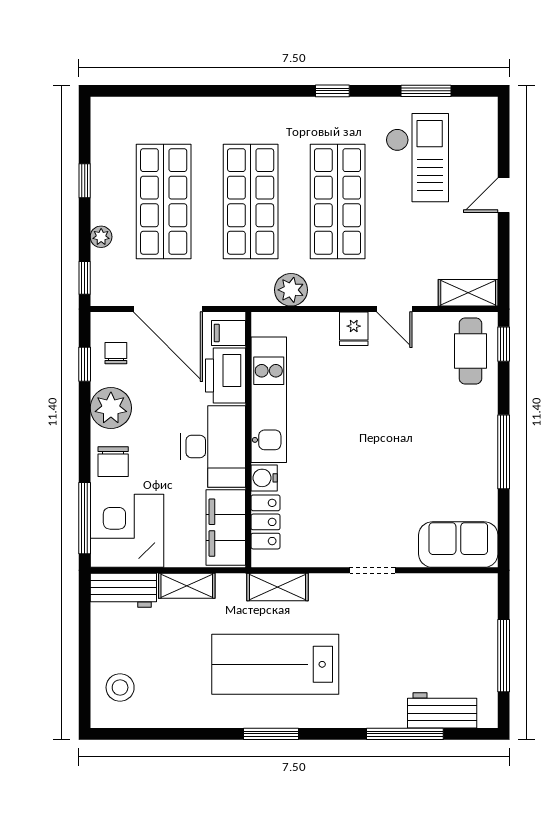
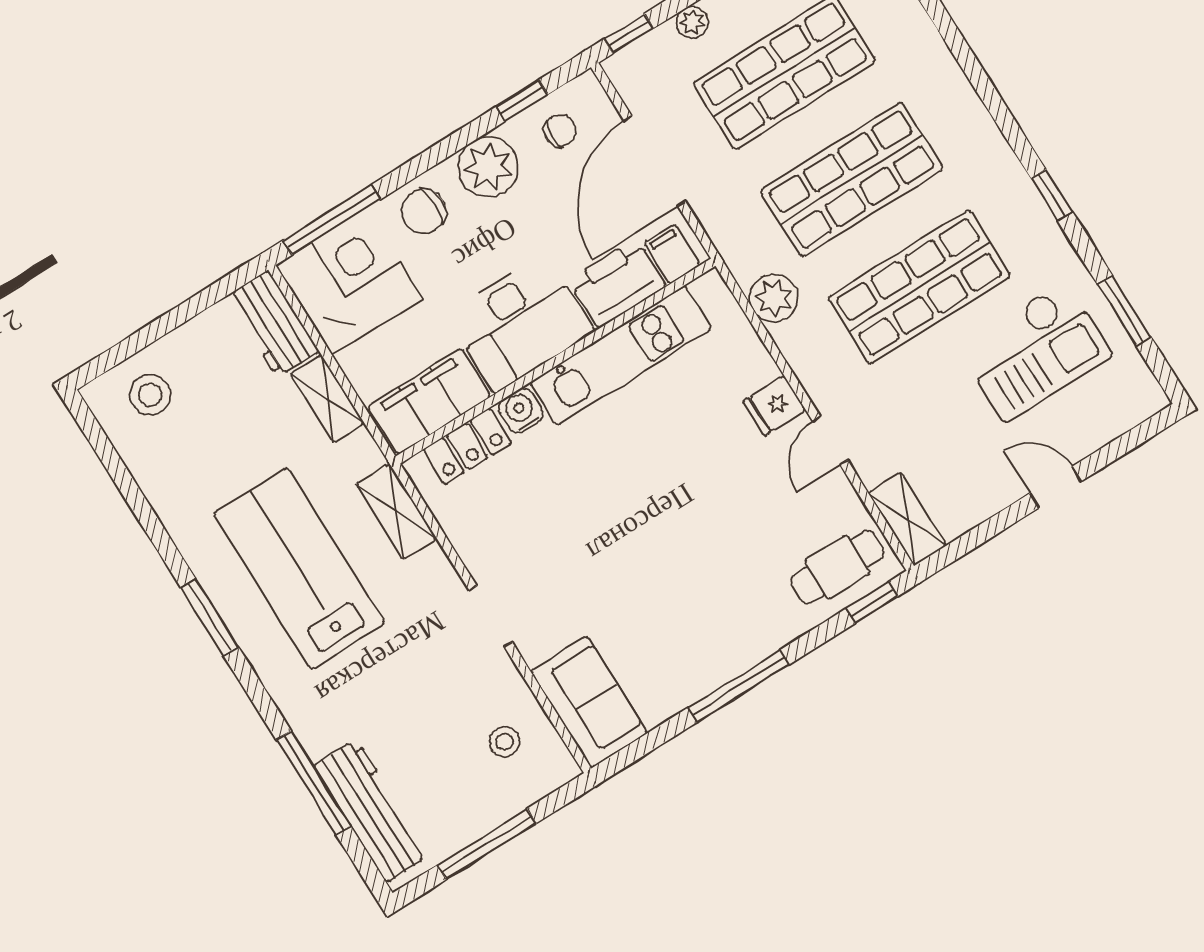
stool: (451, 608) -> (504, 742), added
workbench: (442, 710) -> (371, 811), width x1.38

